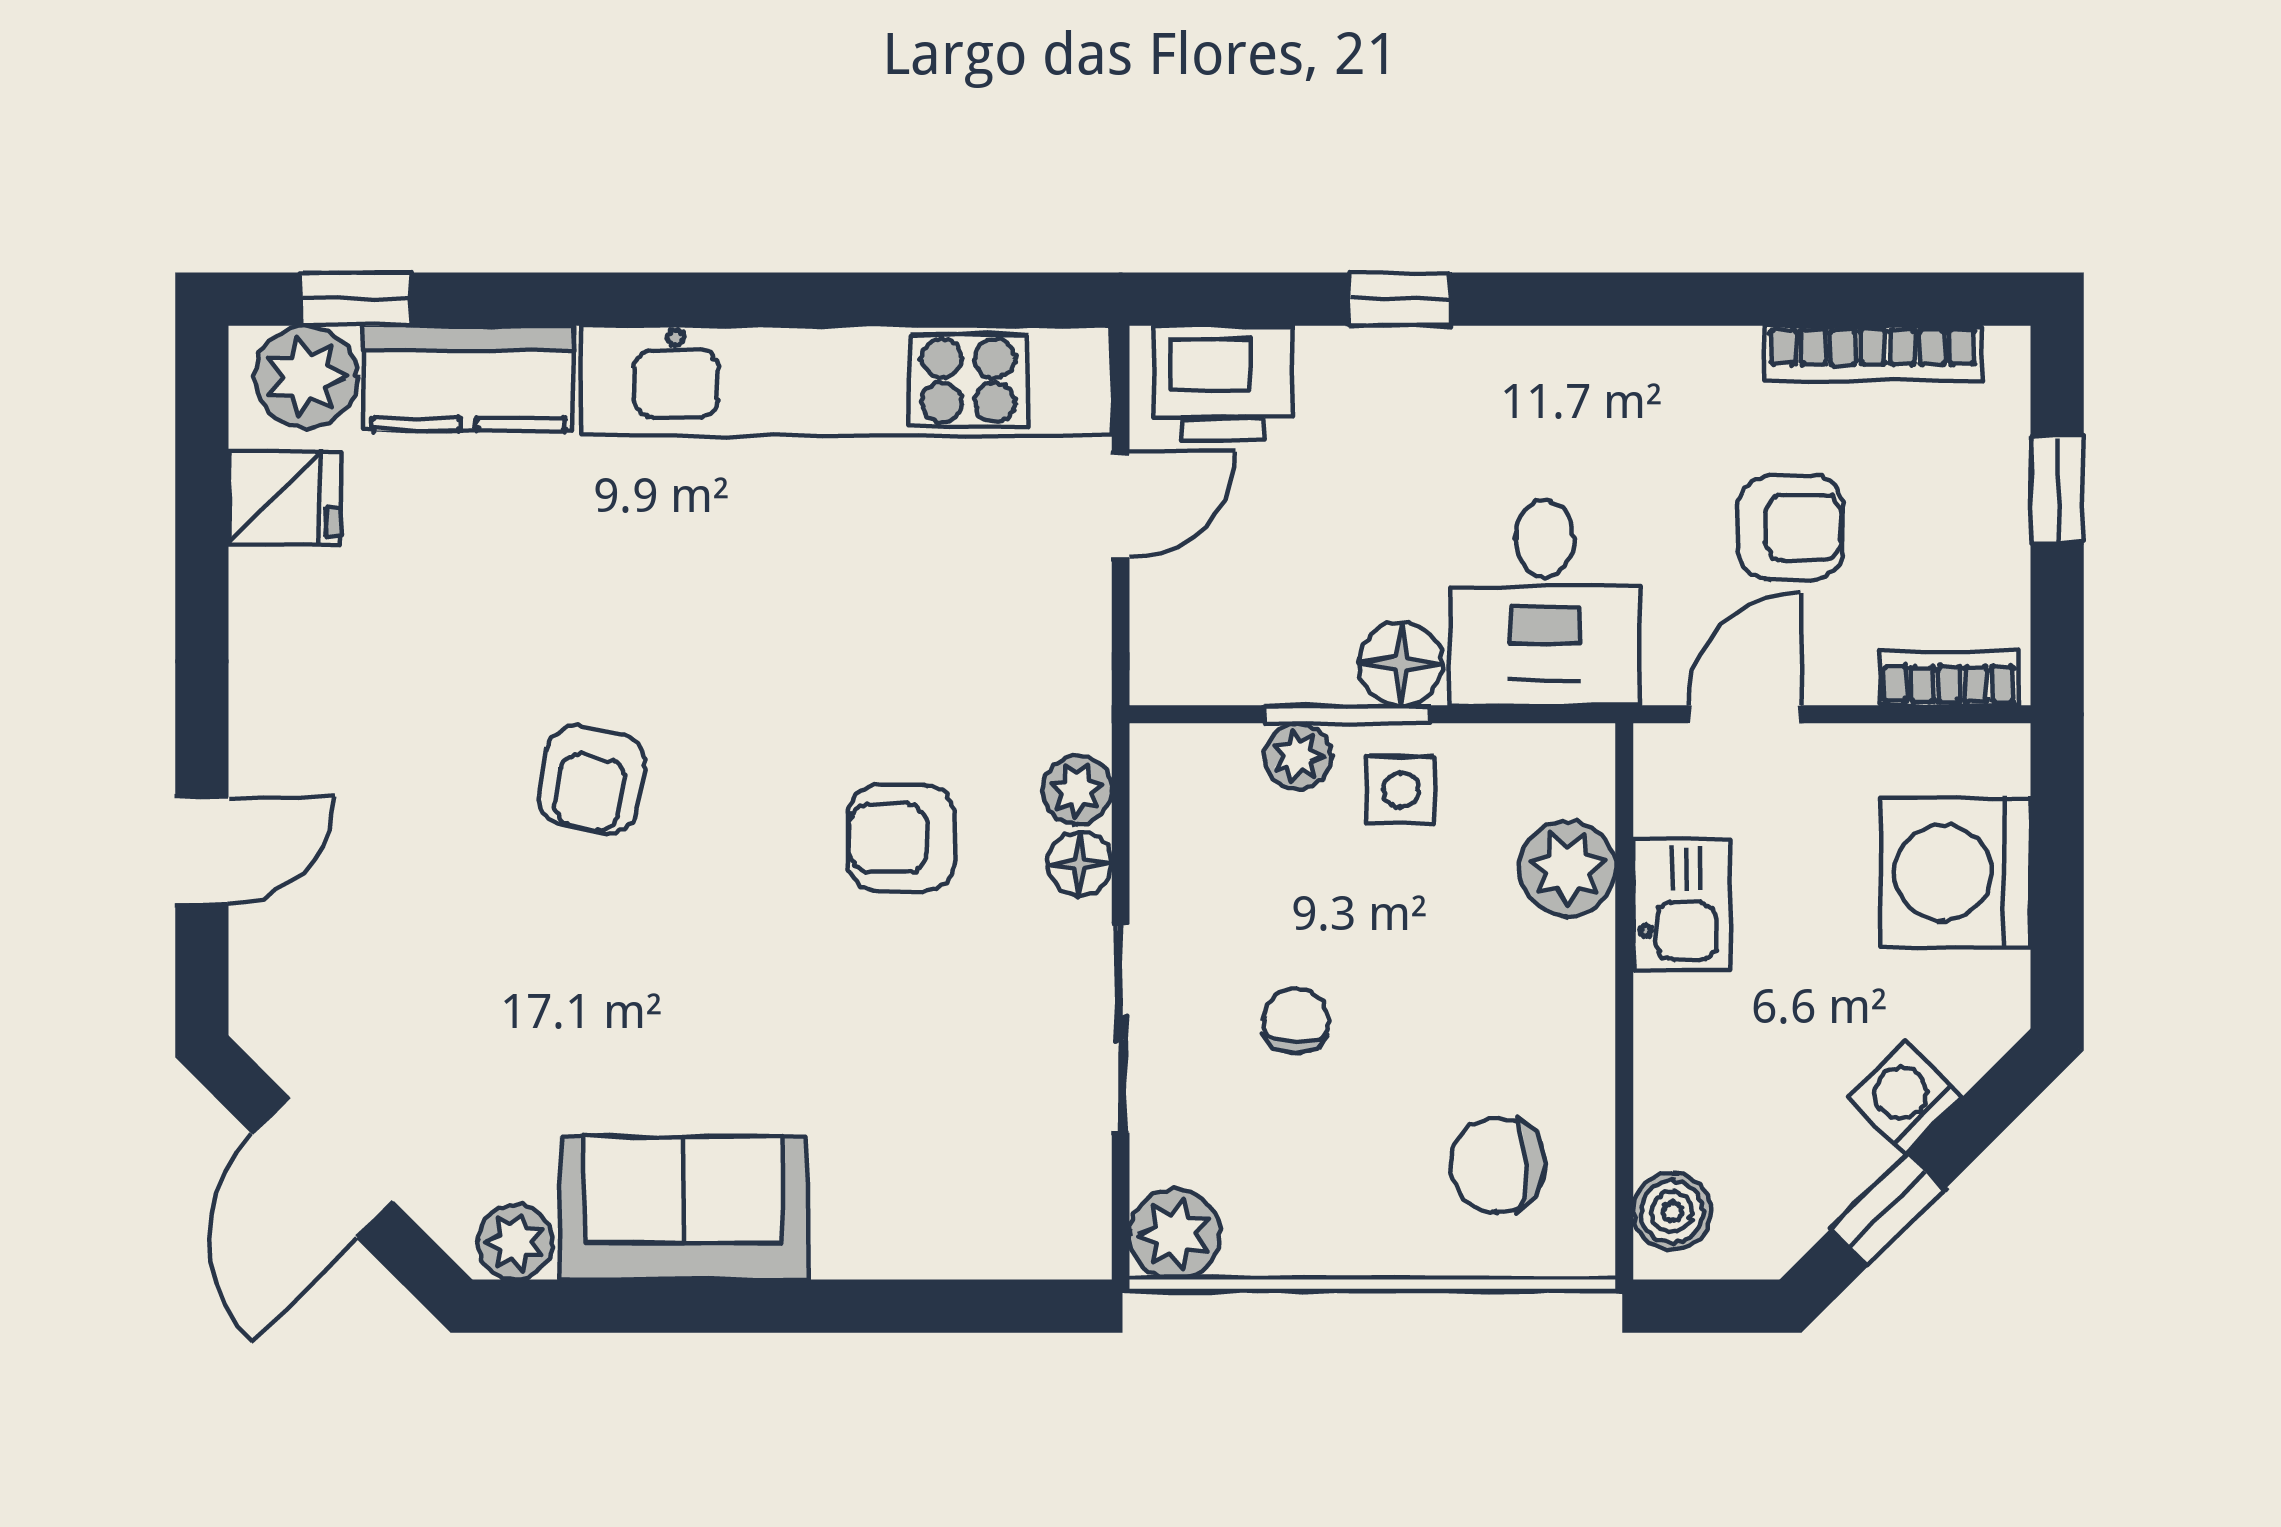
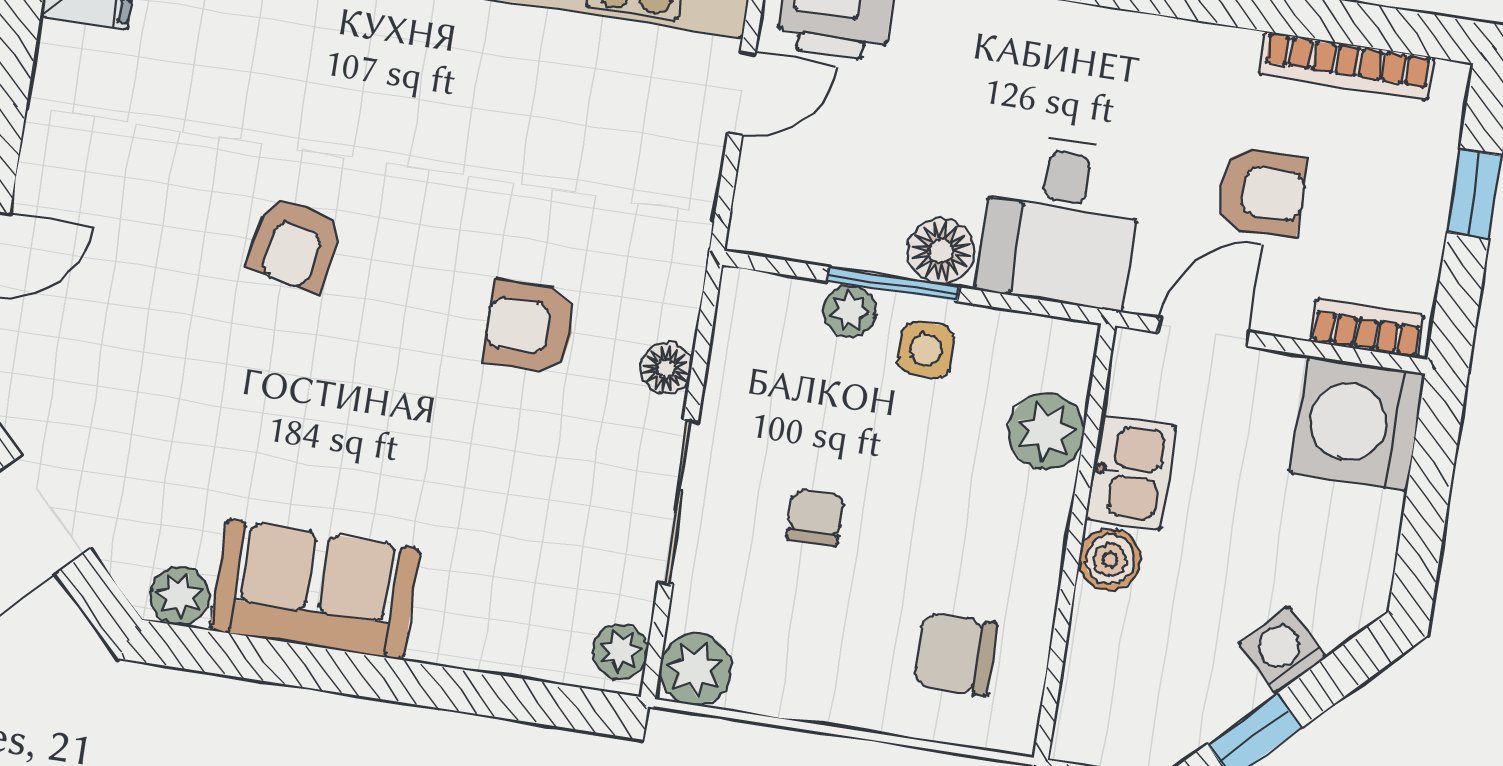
plant: (1077, 790) -> (620, 652), moved
washing machine: (1955, 873) -> (1357, 423), moved
boiler: (1672, 1212) -> (1110, 560), moved

